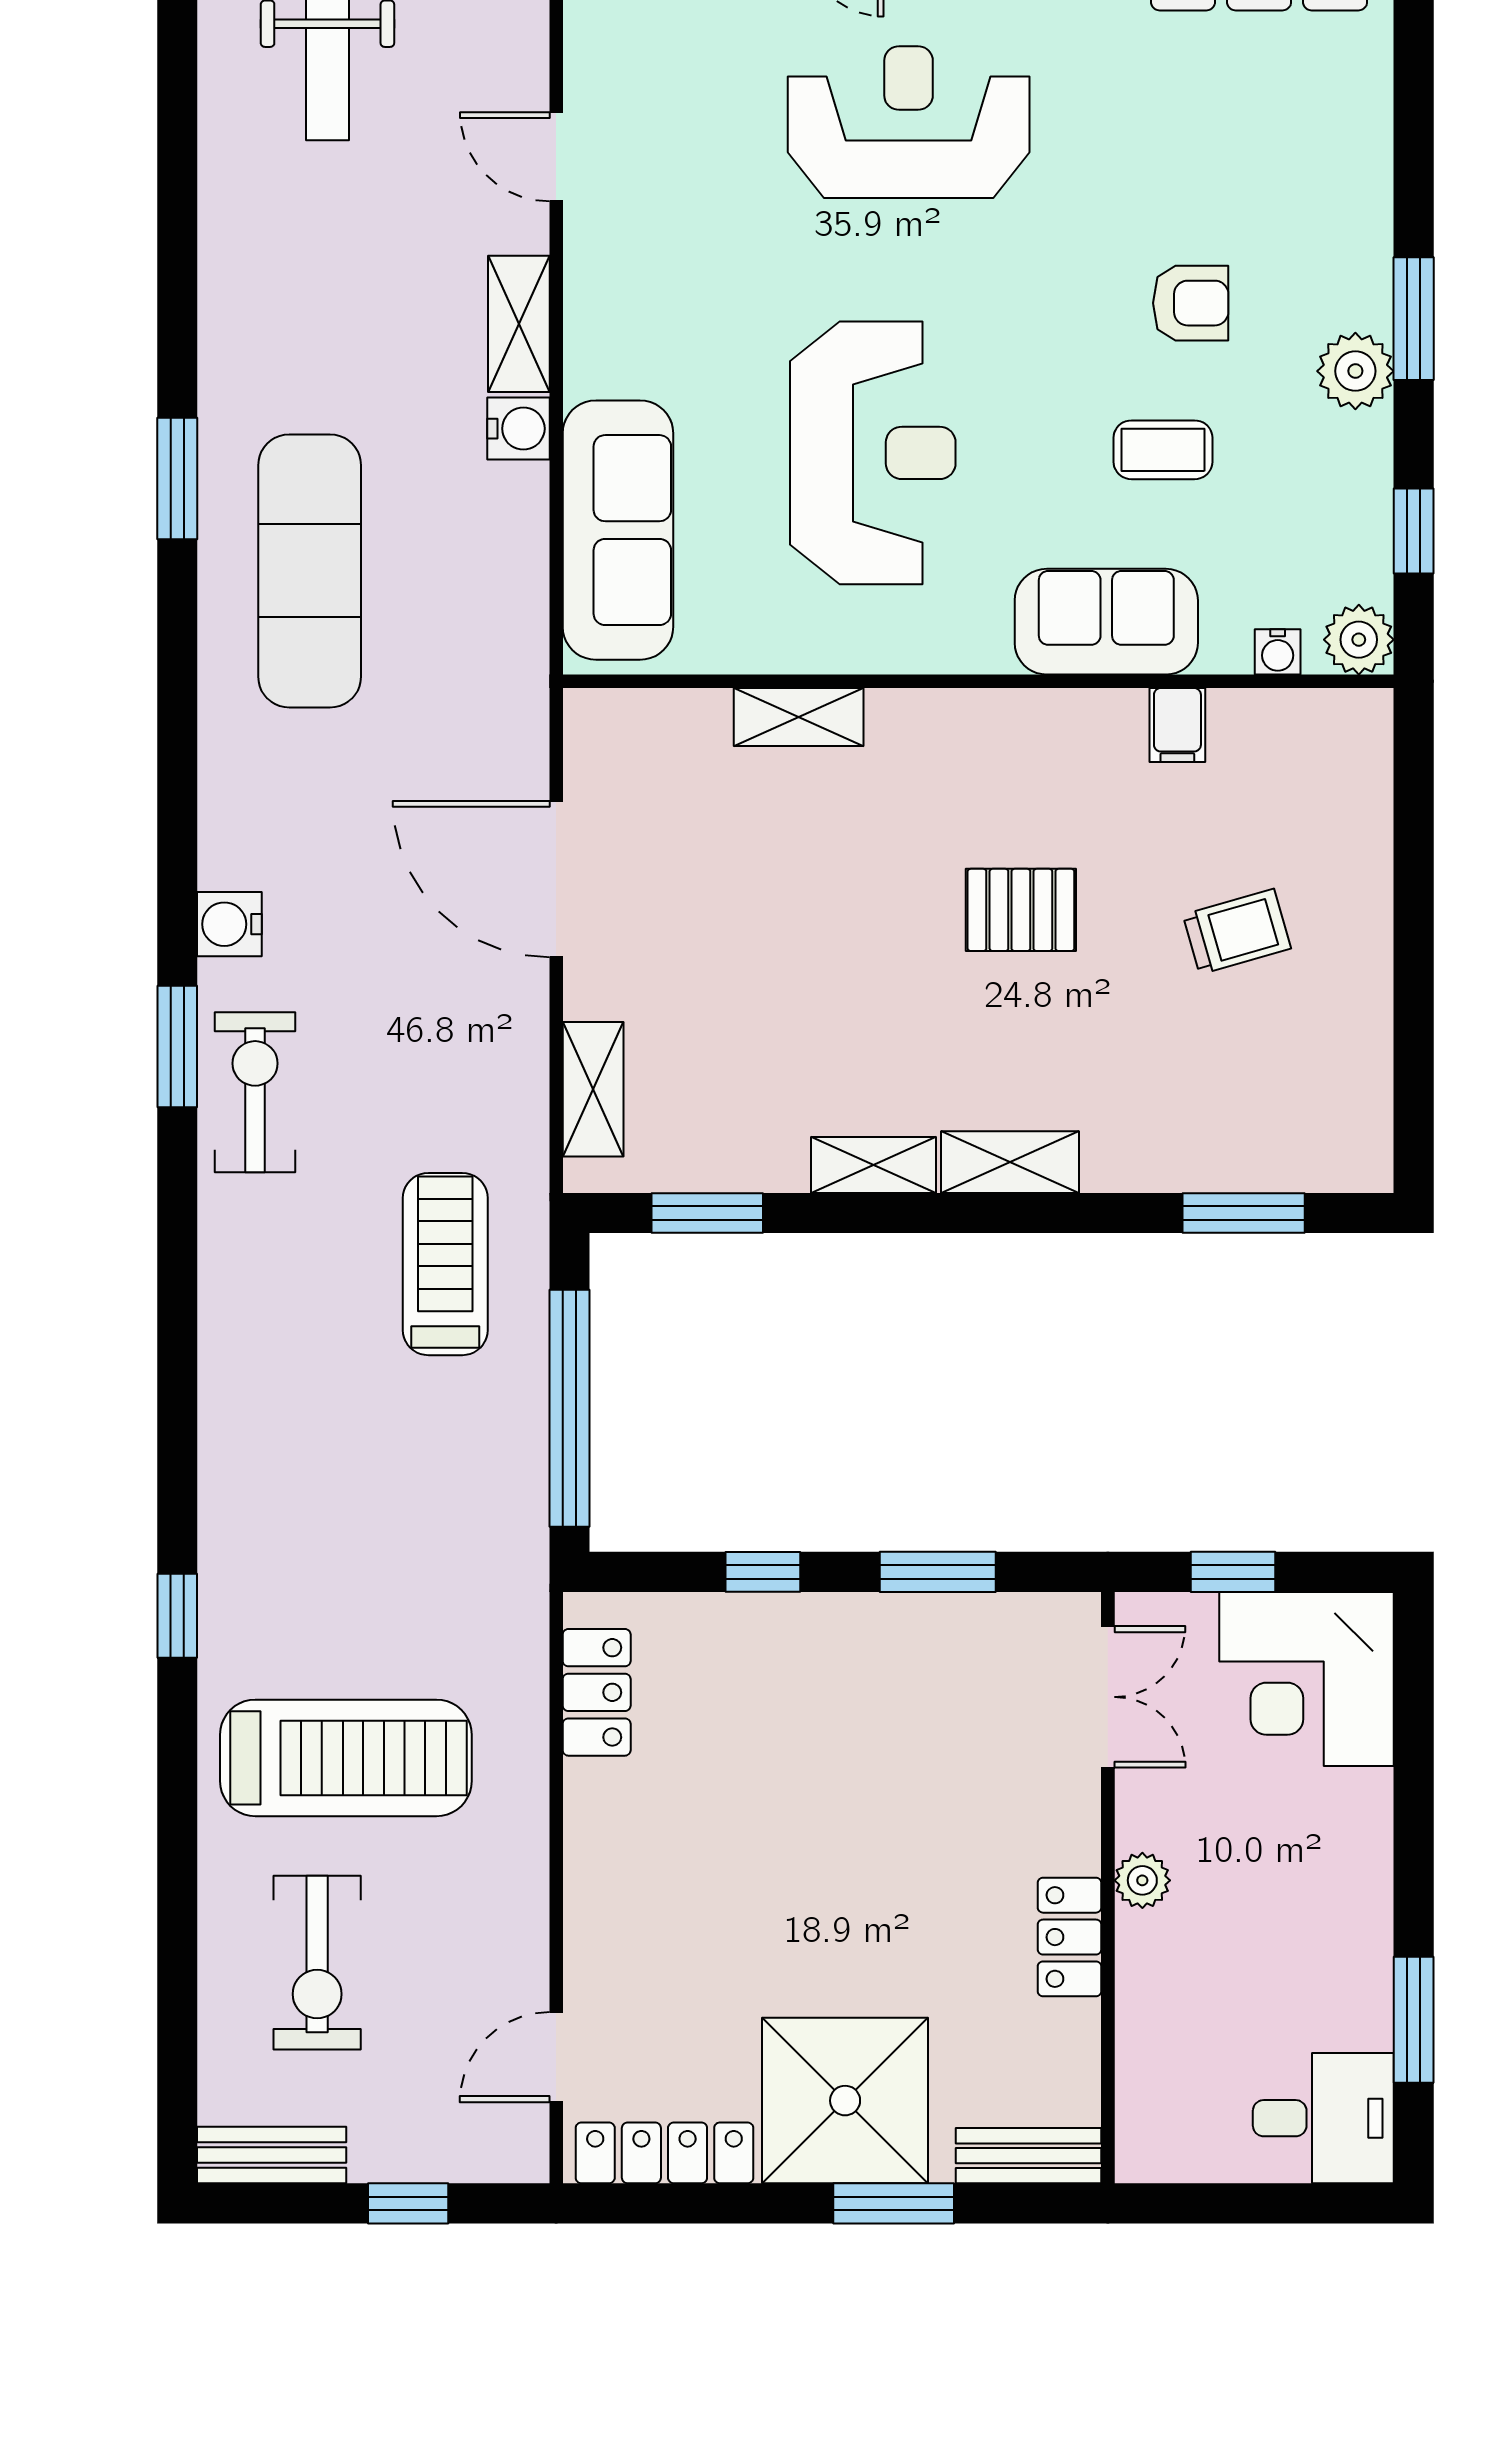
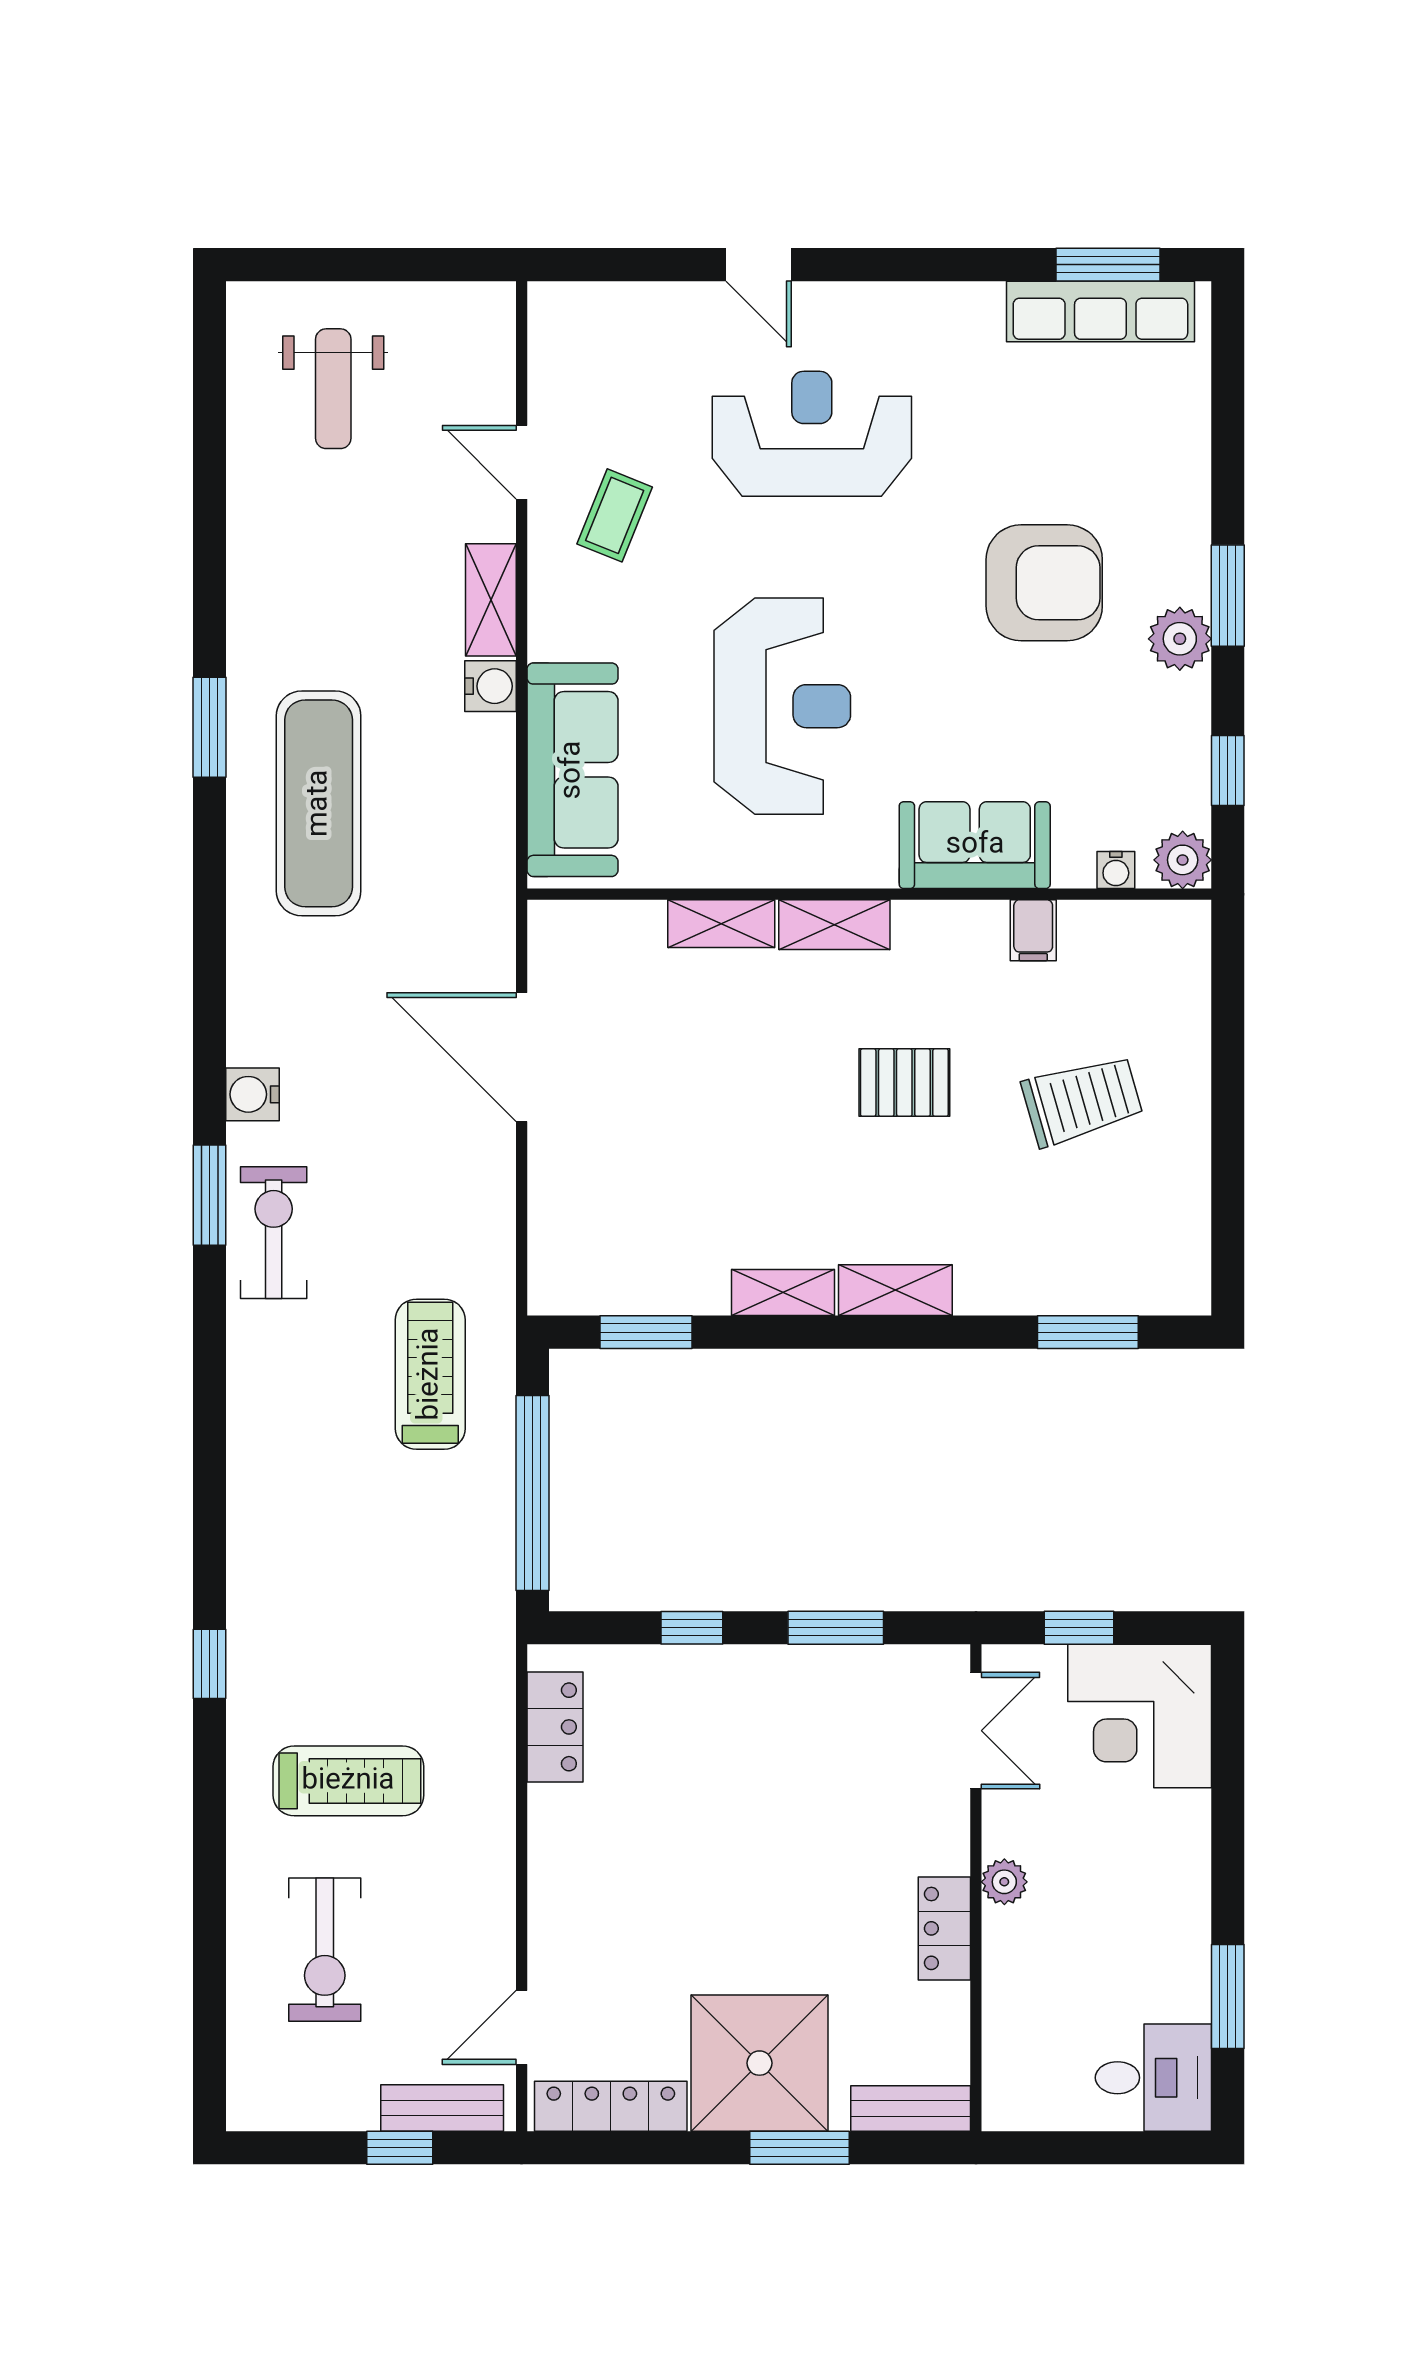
armchair: (1191, 303) -> (1044, 583), width x1.88, depth x1.88
coffee table: (1163, 450) -> (615, 515), moved, turned -68
trolley: (1237, 932) -> (1082, 1100), width x1.36, depth x1.39
shelving: (593, 1089) -> (834, 925), moved, turned 90
treadmill: (346, 1758) -> (348, 1781), width x0.73, depth x0.73
bench: (272, 2155) -> (442, 2108), moved

